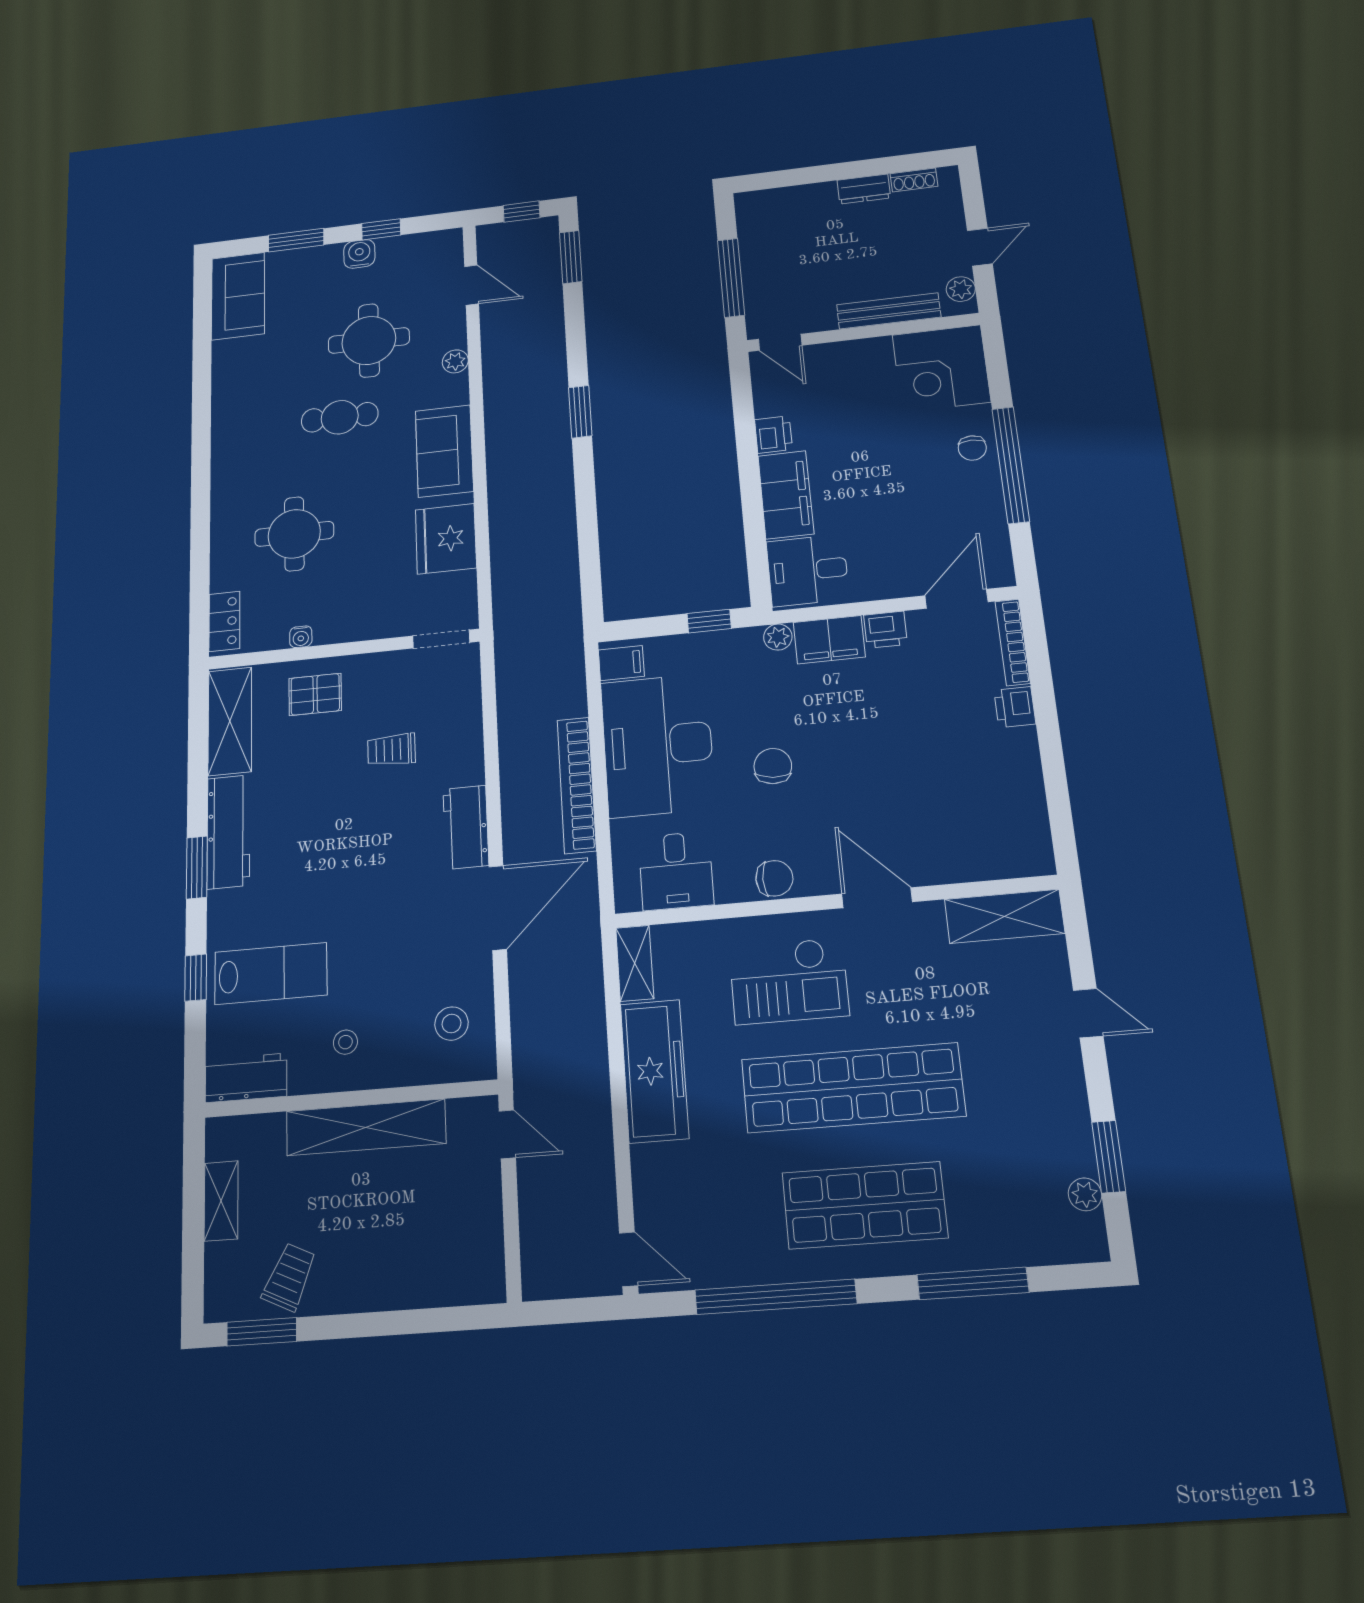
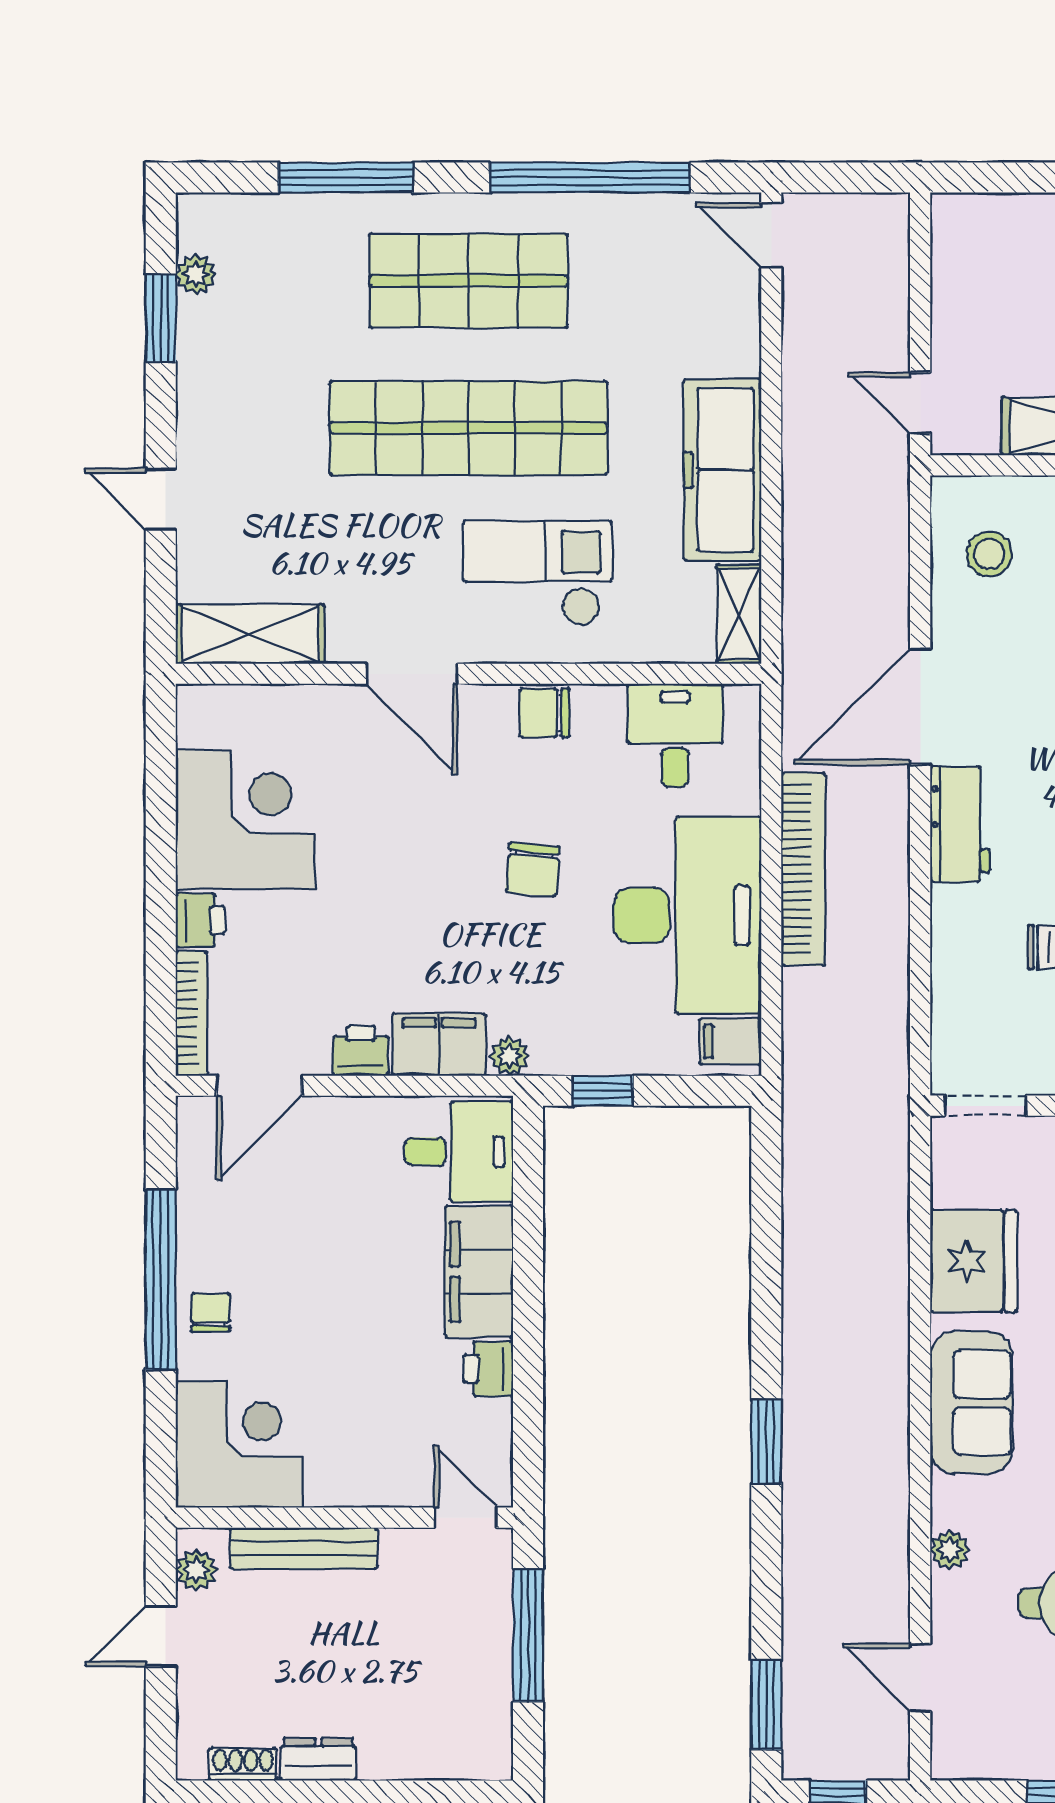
corner desk: (990, 781) -> (245, 819), added

